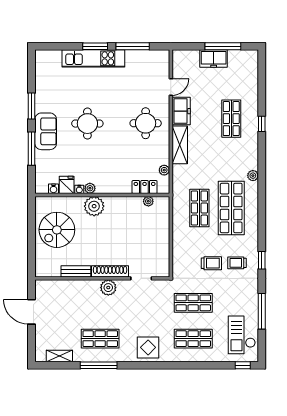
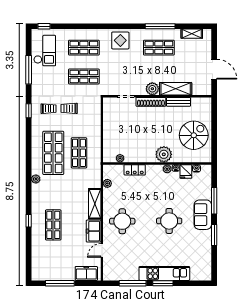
freezer: (214, 58) -> (86, 273), moved
locker: (145, 187) -> (135, 170), moved
shelving: (79, 288) -> (176, 89), added

